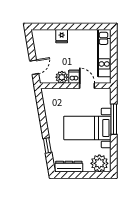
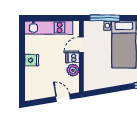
fridge: (62, 36) -> (32, 60), moved
window: (114, 119) -> (105, 18), moved

